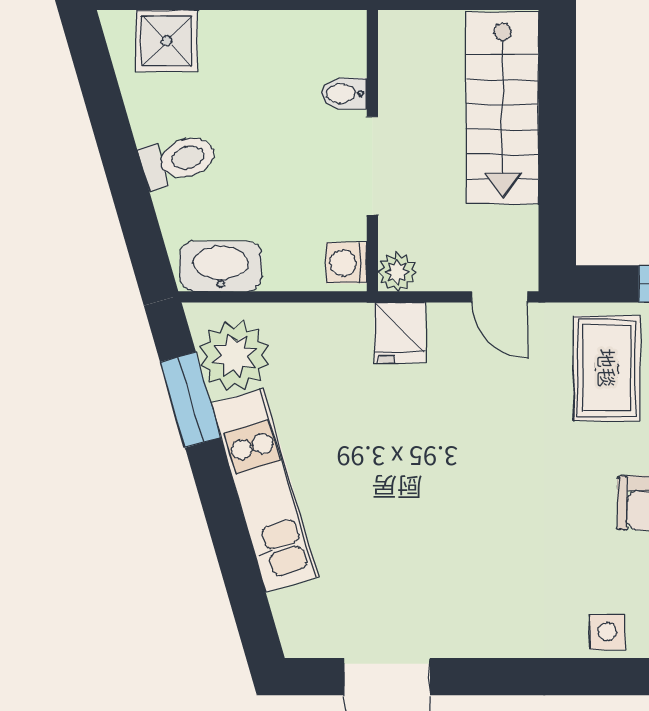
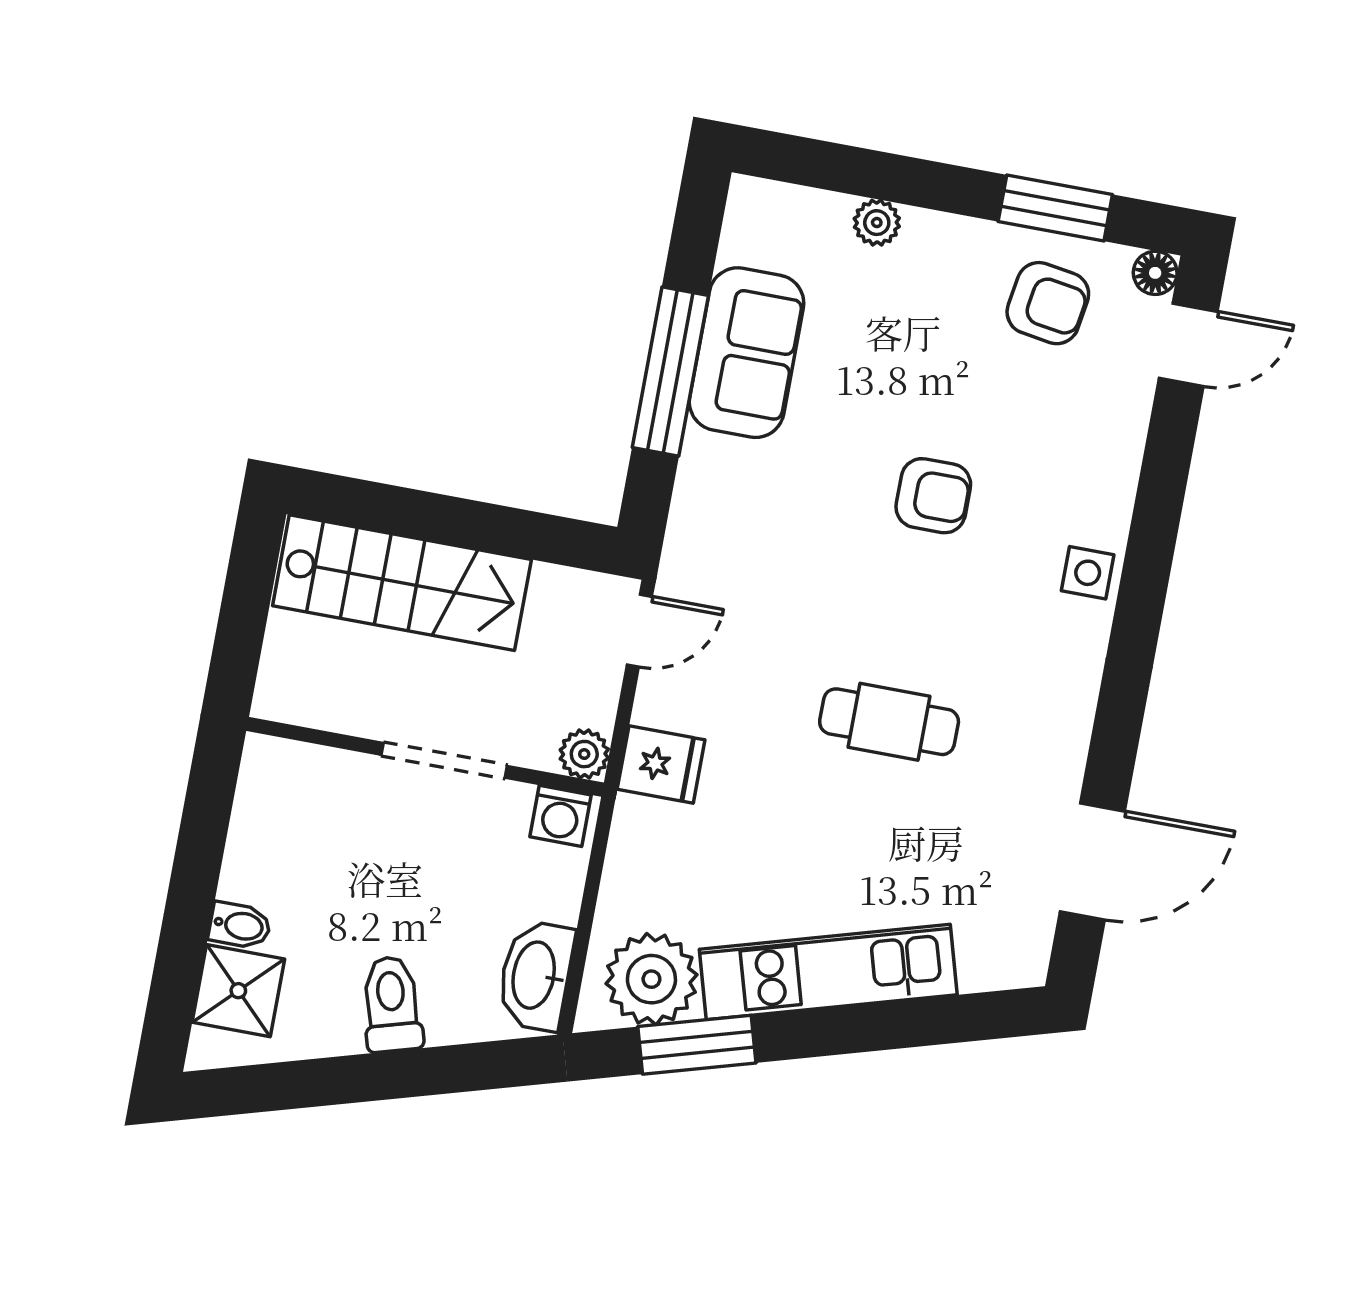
bidet: (344, 93) -> (240, 925), moved, turned -90
rug: (607, 368) -> (755, 512), removed
cafe table: (465, 501) -> (889, 722), added

